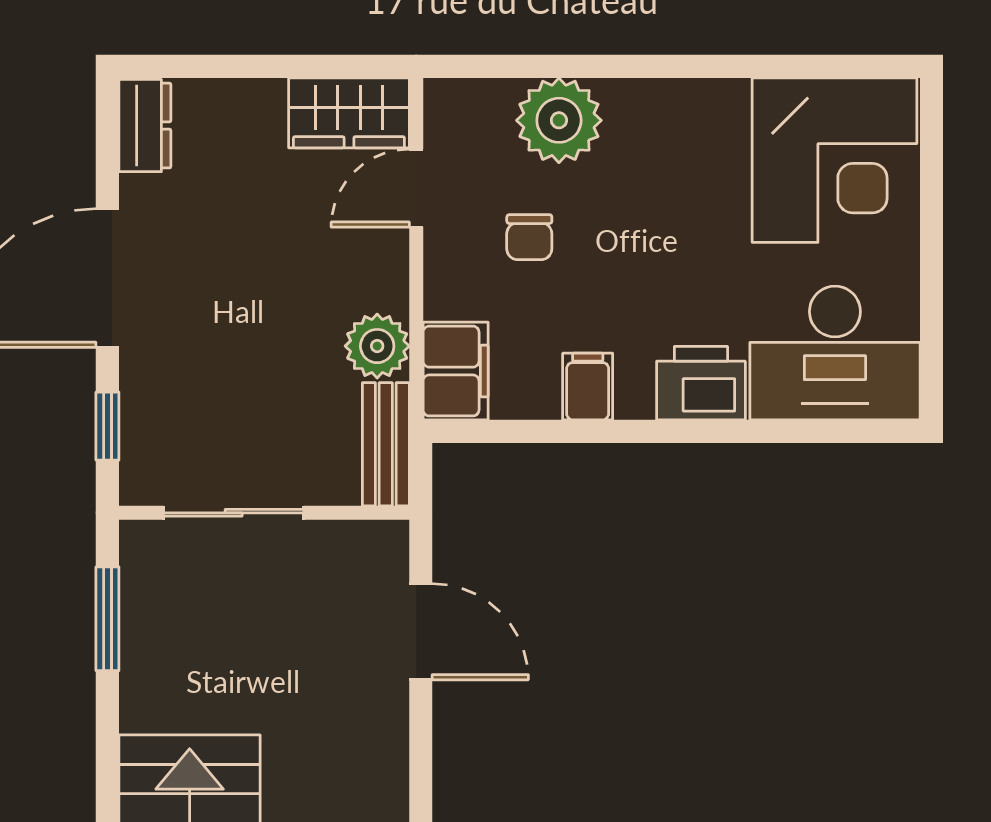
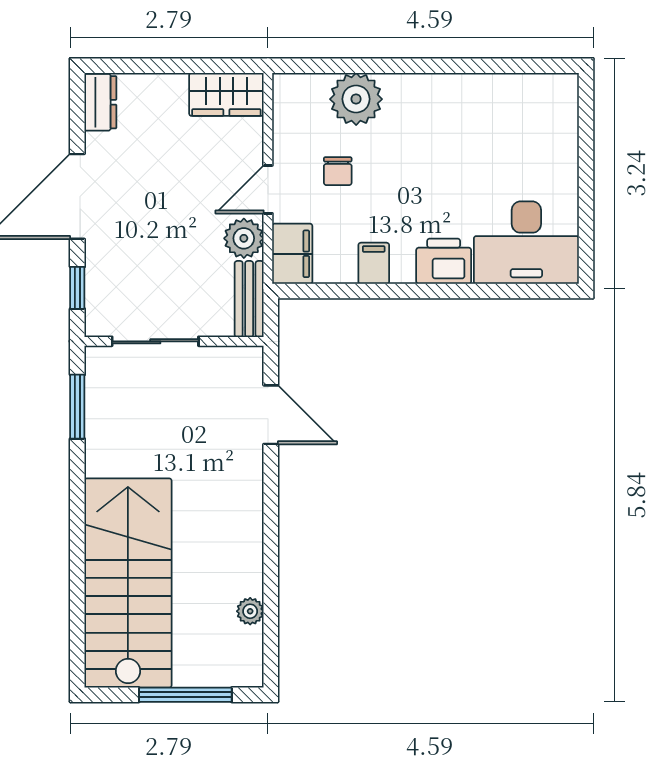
corner desk: (834, 160) -> (526, 124), removed
door: (416, 188) -> (268, 189), moved

